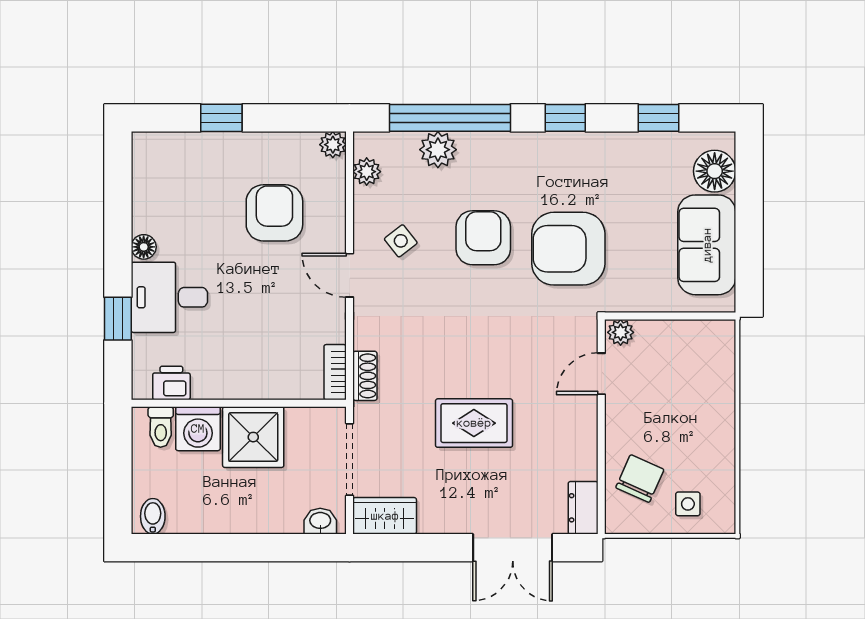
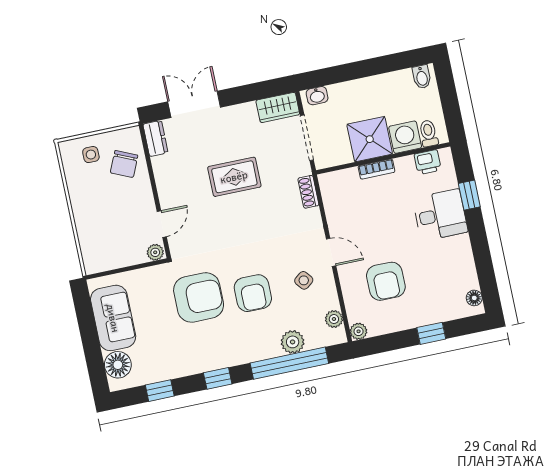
floor lamp: (144, 247) -> (474, 298), moved
bookcase: (335, 372) -> (376, 169), moved, turned 90

